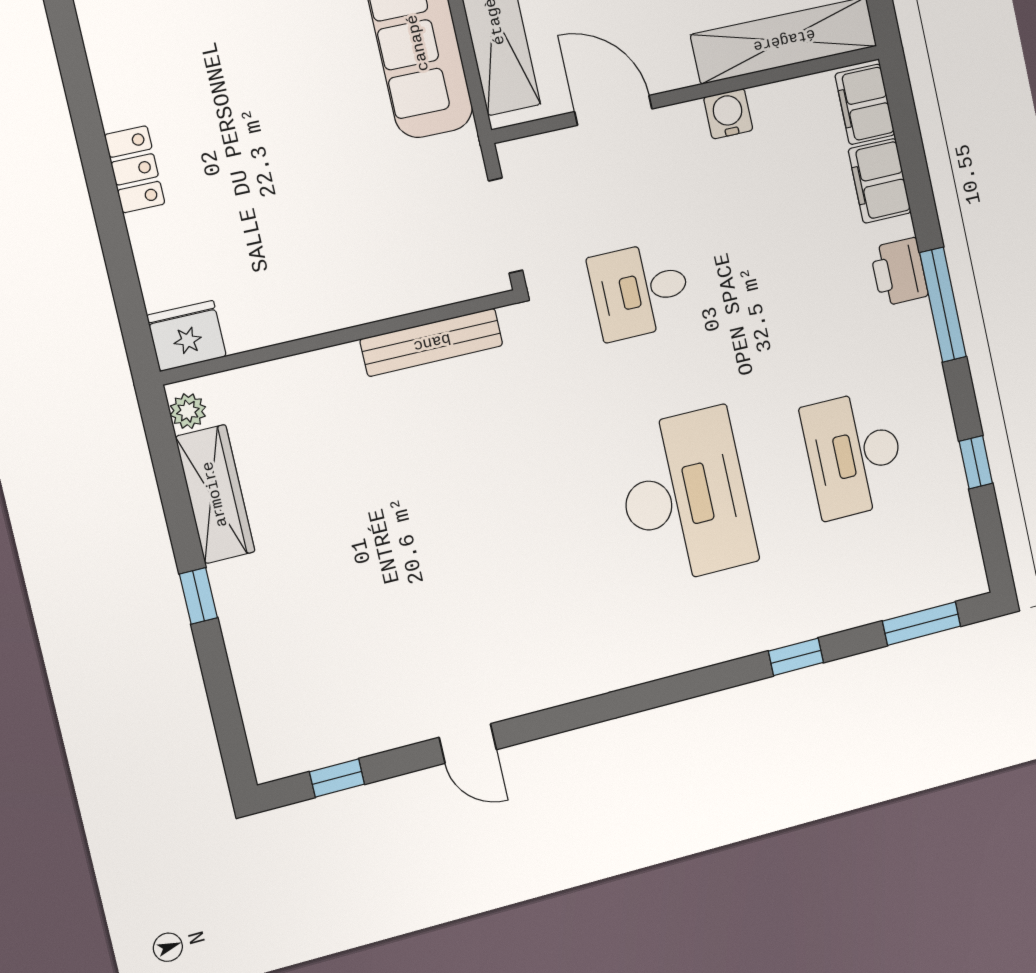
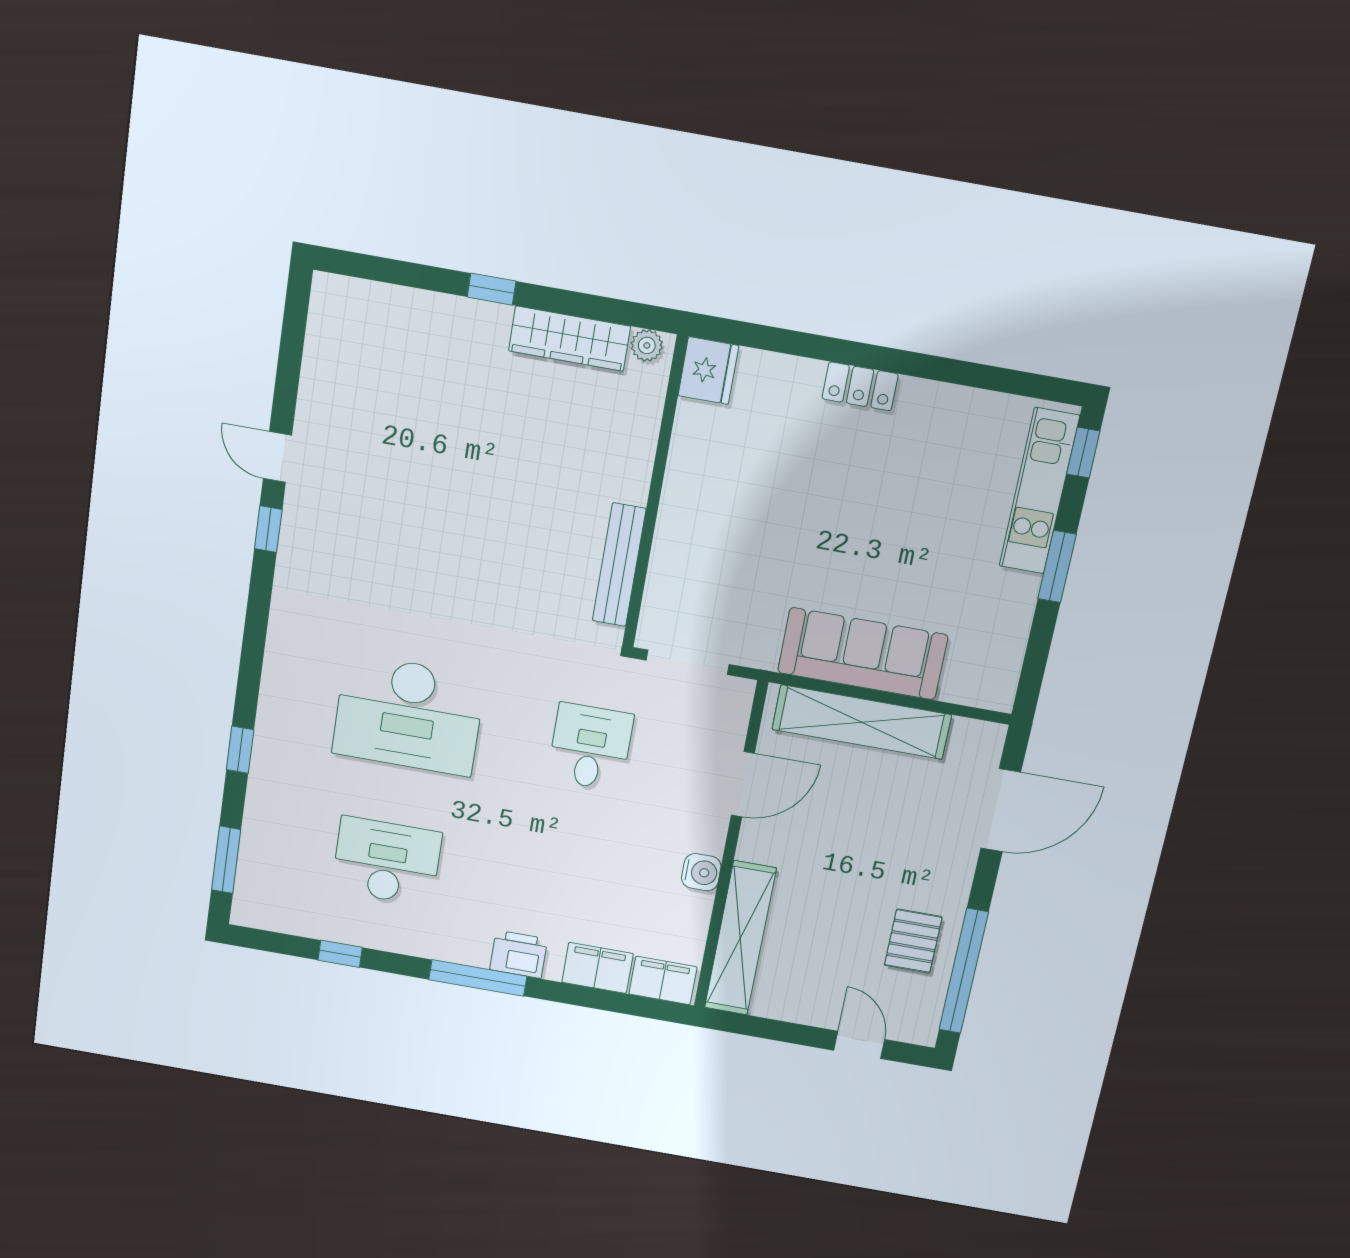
door: (468, 743) -> (277, 457), hinge flipped
window: (337, 778) -> (268, 529), moved

